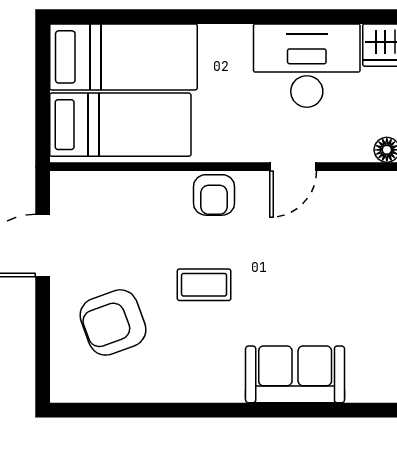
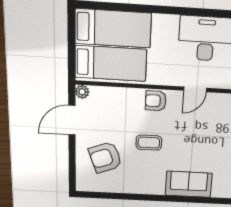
plant: (64, 185) -> (82, 92), added
armchair: (214, 195) -> (156, 101), turned 90

